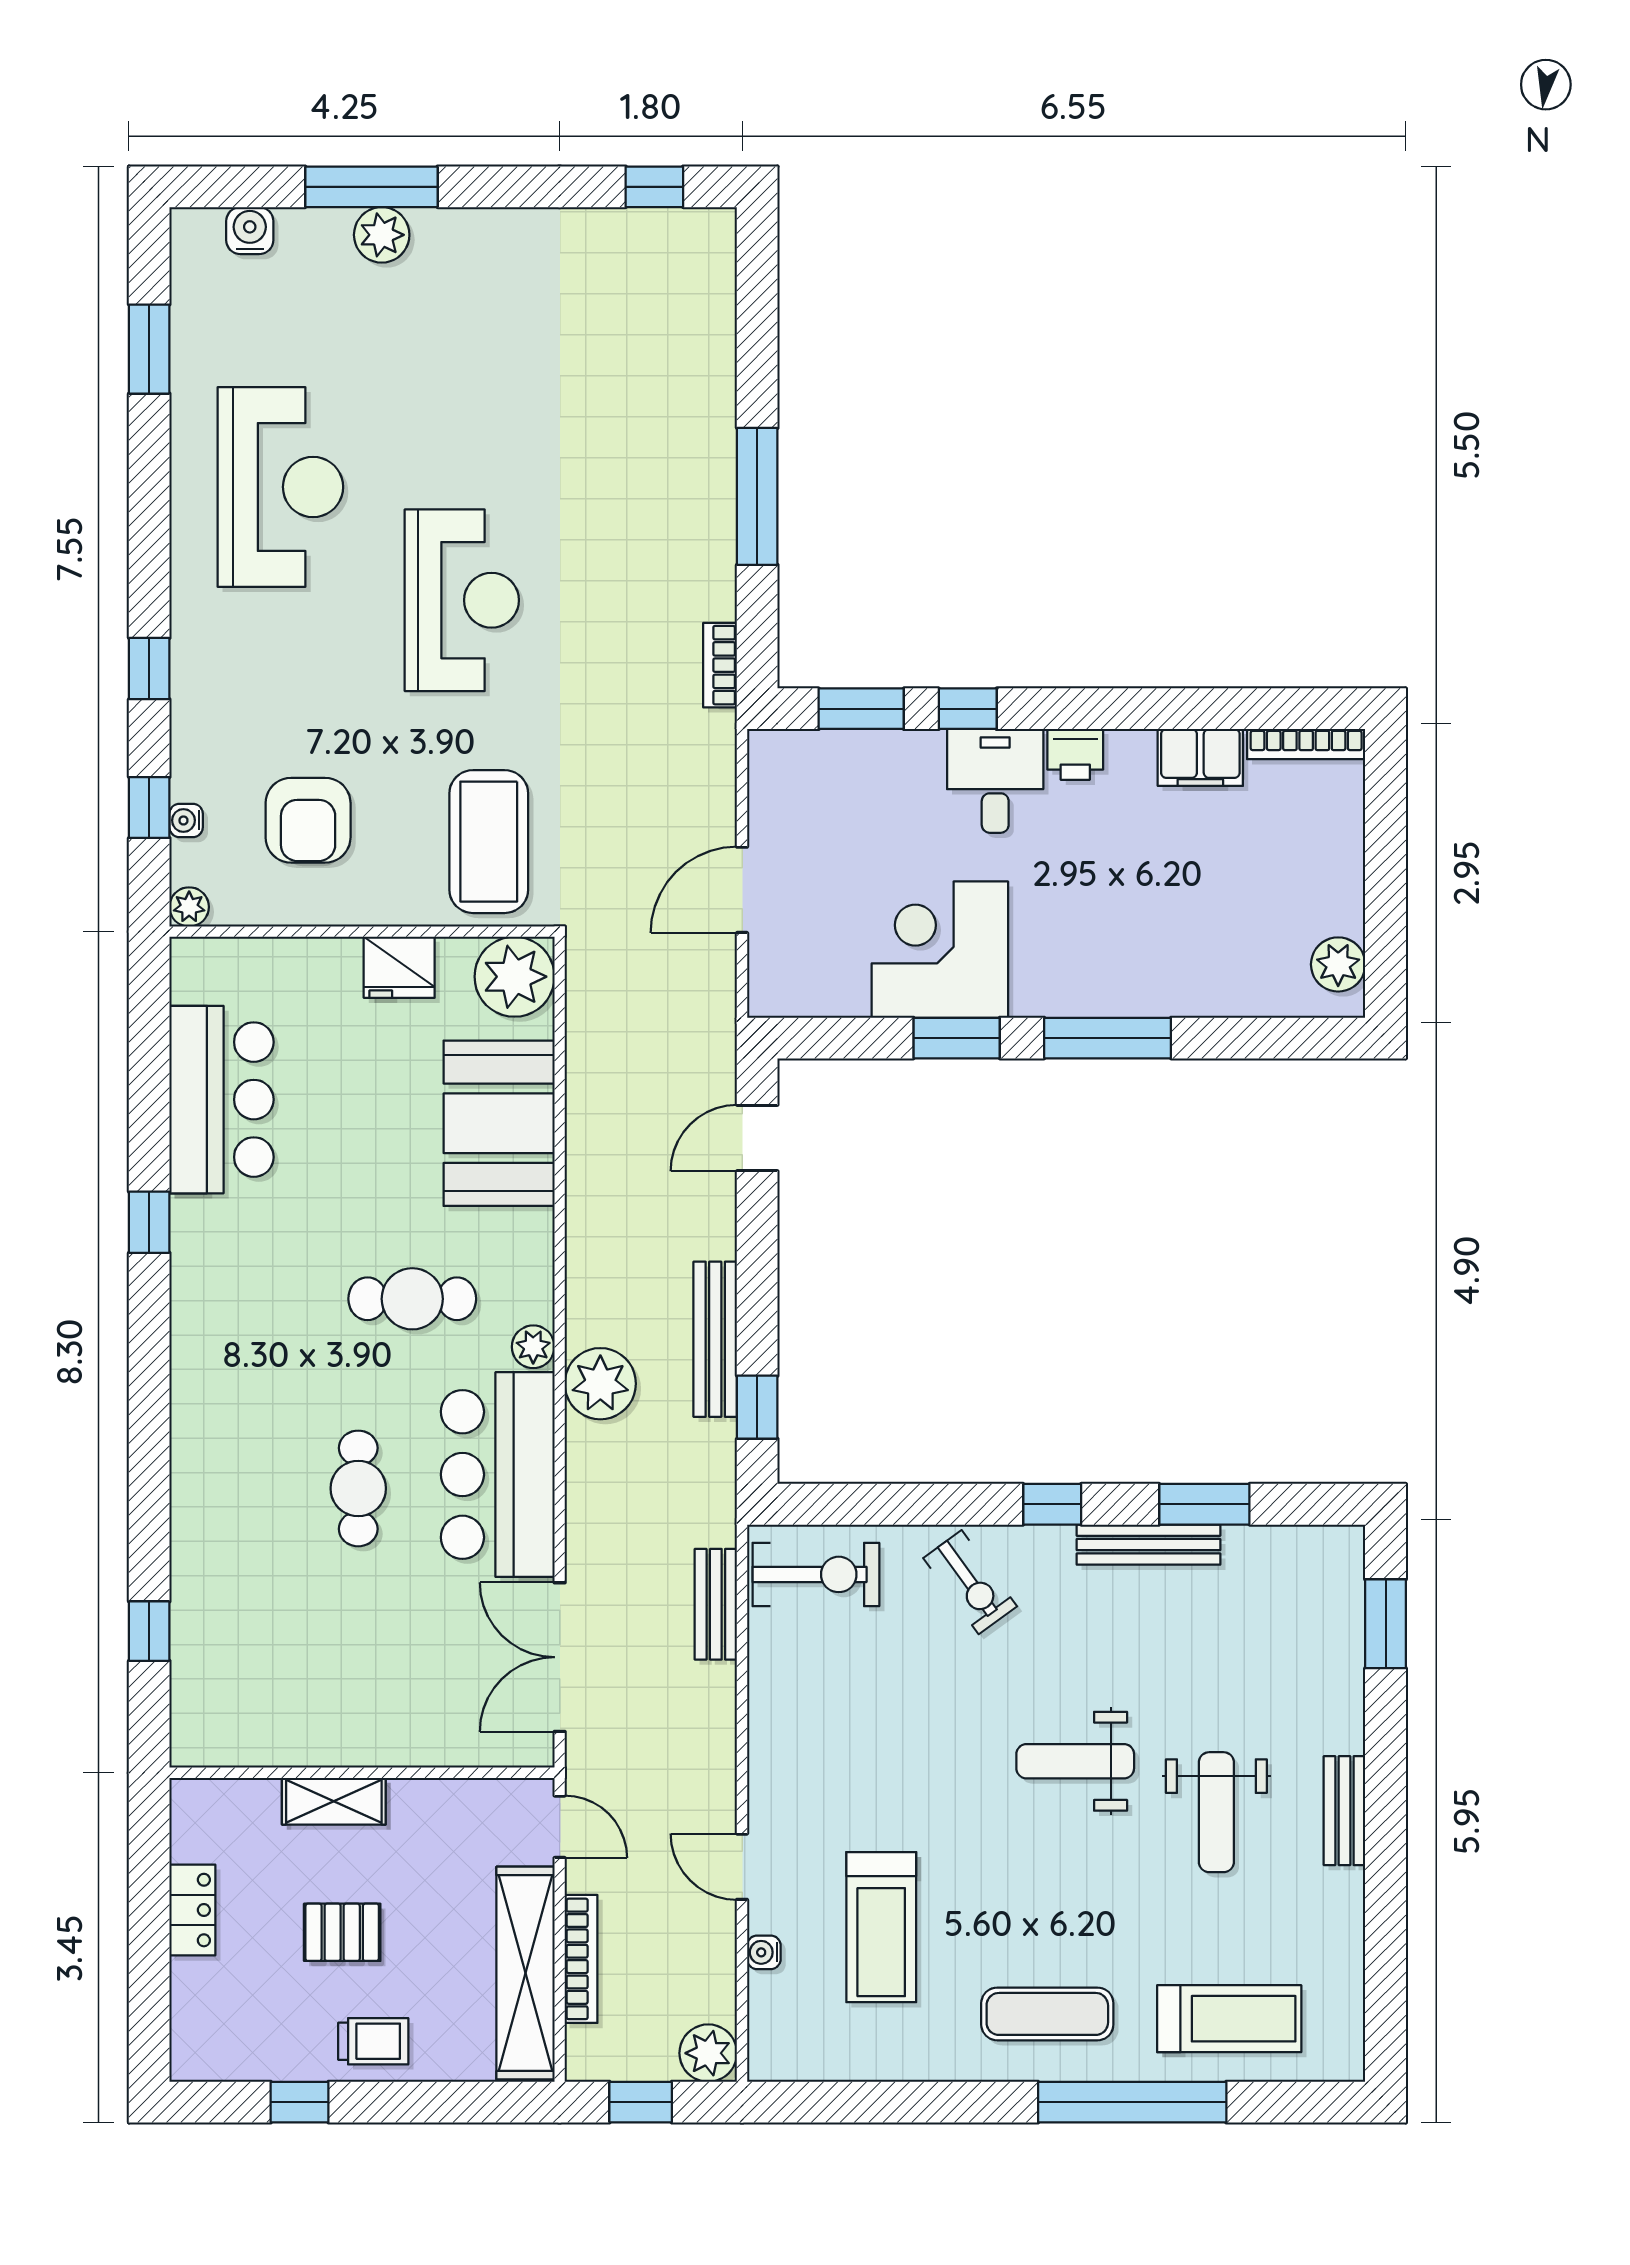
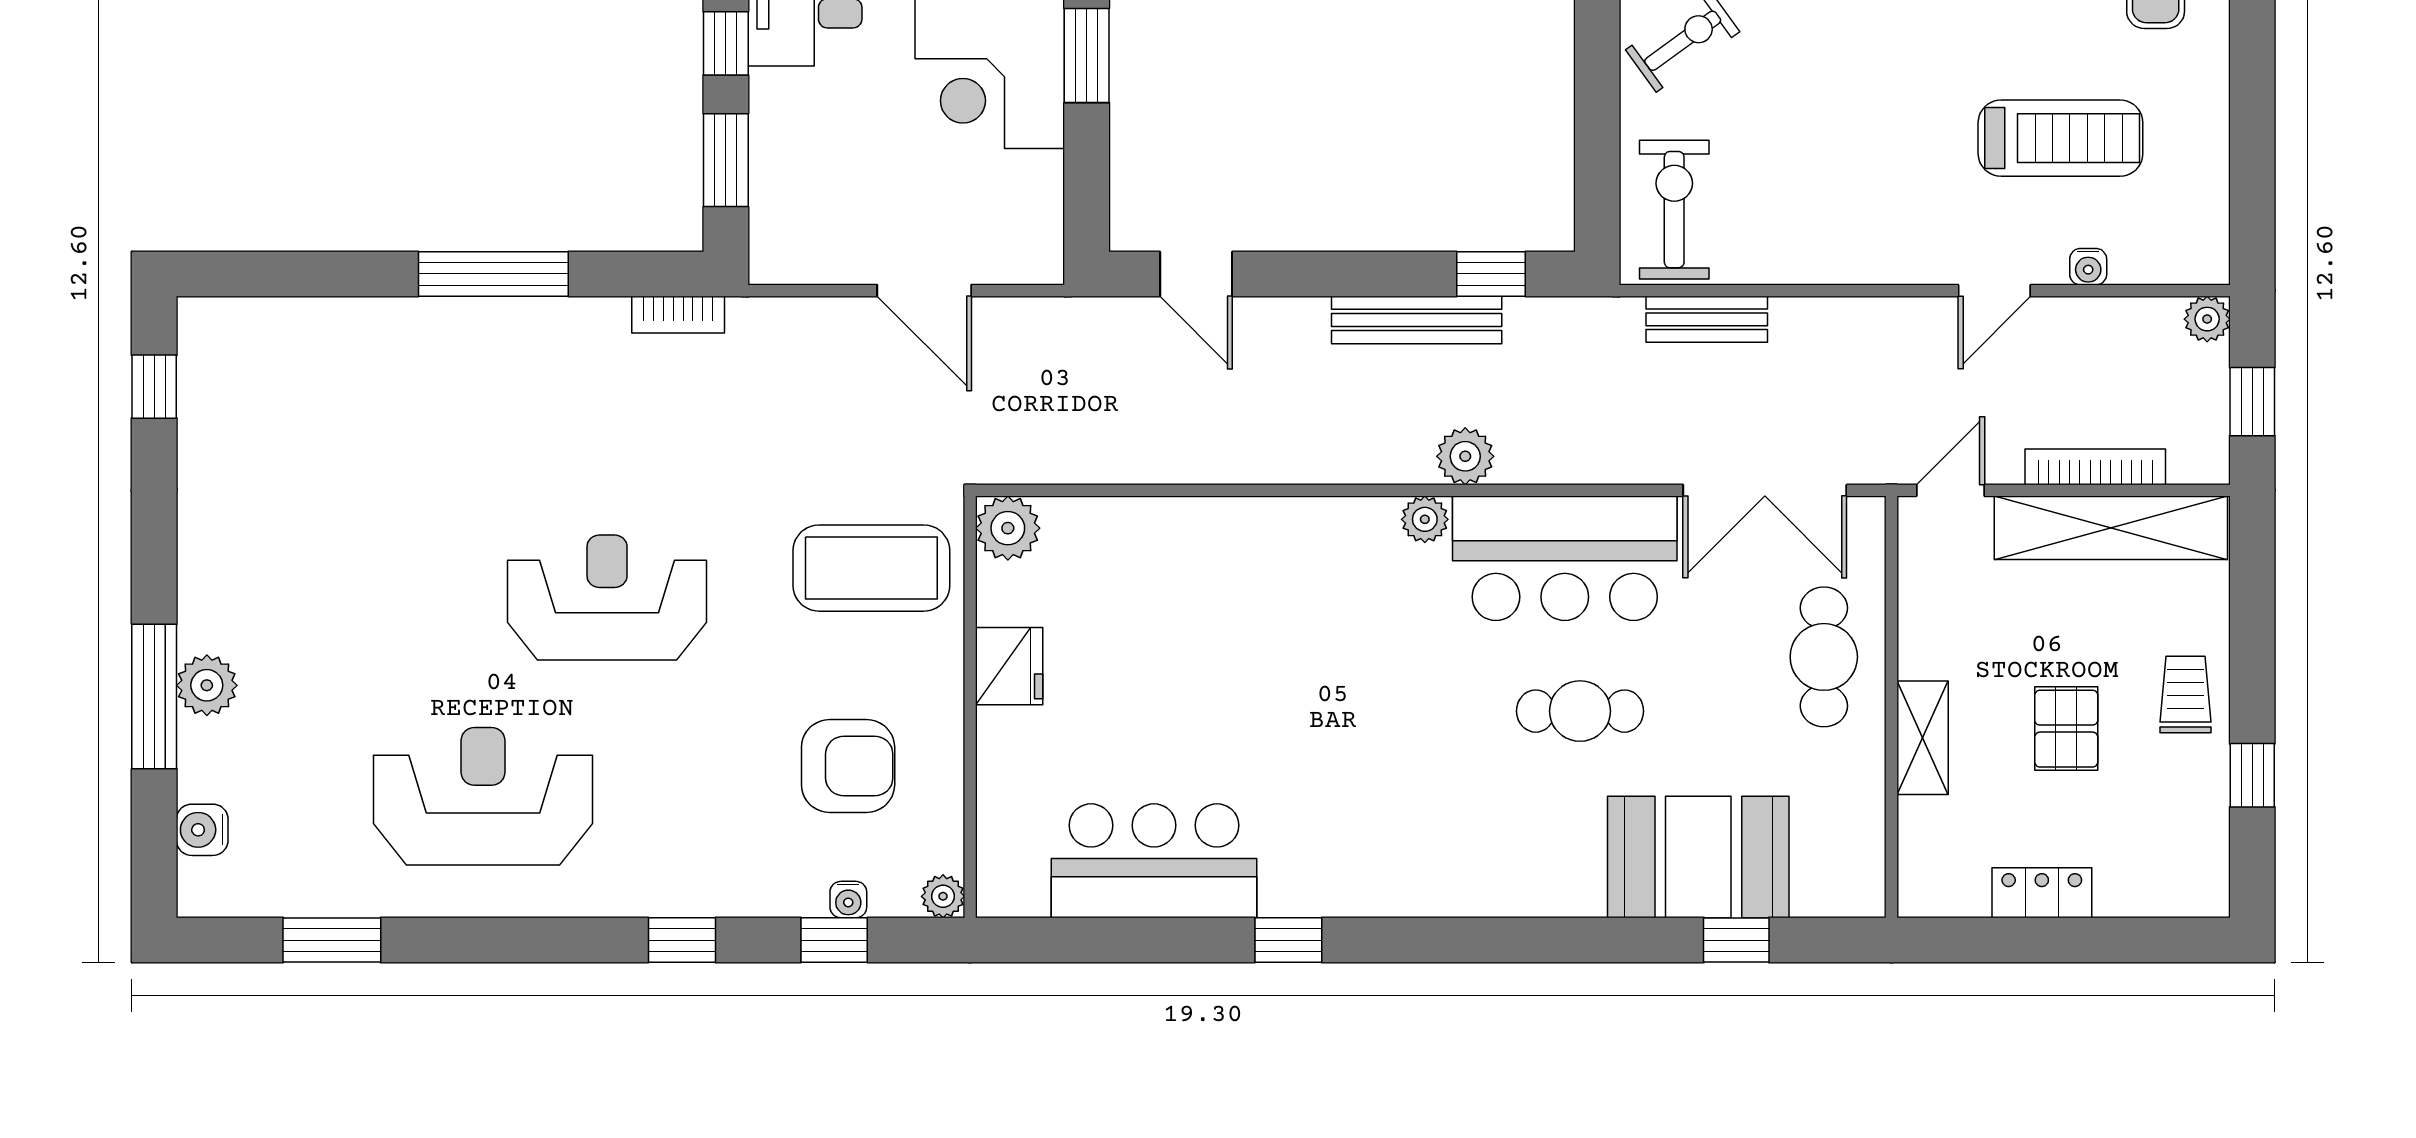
plant: (515, 977) -> (1008, 528), width x0.73, depth x0.73
booth: (499, 1123) -> (1698, 857), moved
cafe table: (412, 1299) -> (1824, 657), moved
plant: (600, 1384) -> (1465, 456), width x0.73, depth x0.73
plant: (708, 2053) -> (2207, 319), width x0.73, depth x0.73

